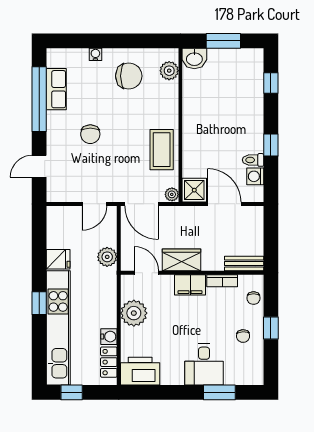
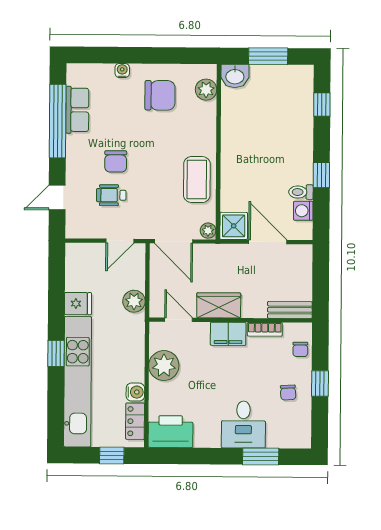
wheelchair: (87, 164) -> (111, 195), added
window: (72, 392) -> (112, 455), moved

